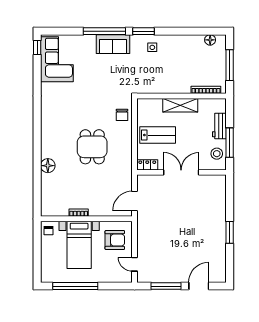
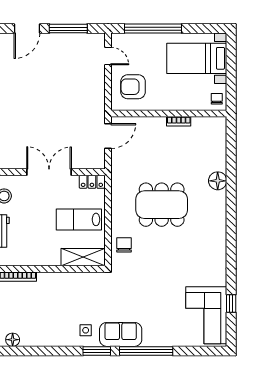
sofa: (113, 44) -> (121, 334), moved
window: (37, 48) -> (231, 304), moved
shelving: (180, 105) -> (83, 257), moved
dining table: (92, 147) -> (162, 205), width x1.38
double door: (181, 172) -> (49, 172), swing flipped
bed with nightstands: (79, 245) -> (197, 58), moved, turned -90
window: (75, 286) -> (153, 29), moved

